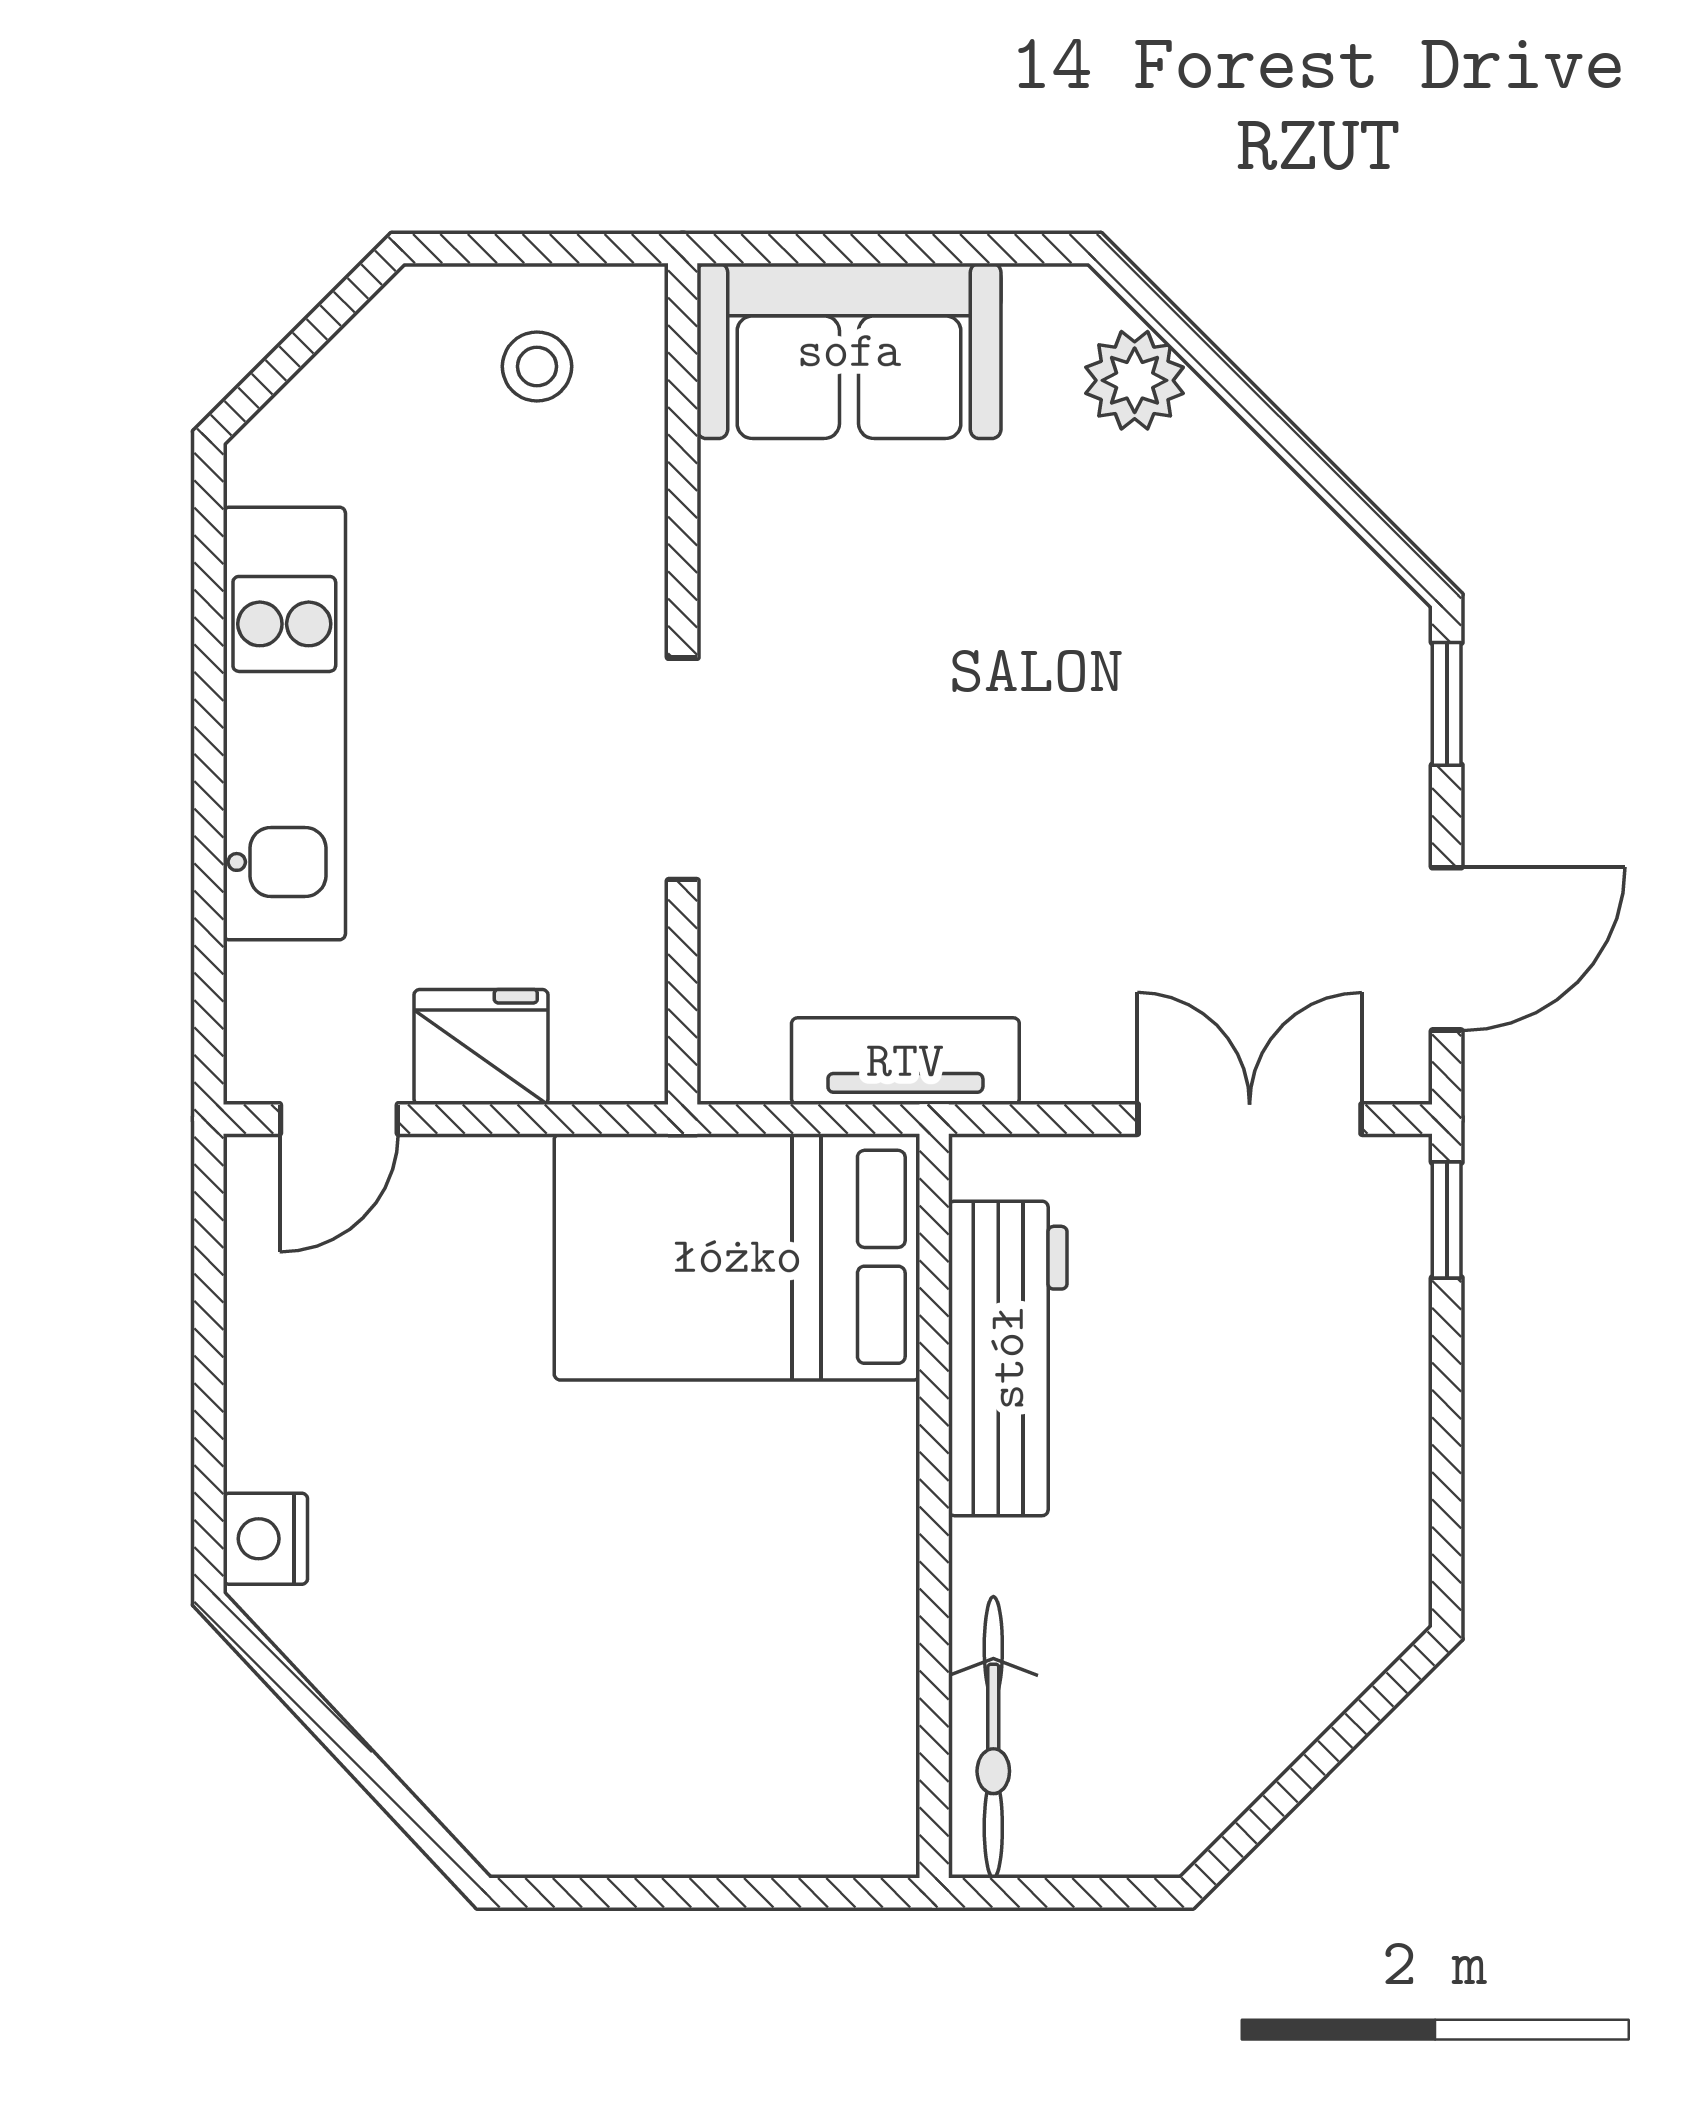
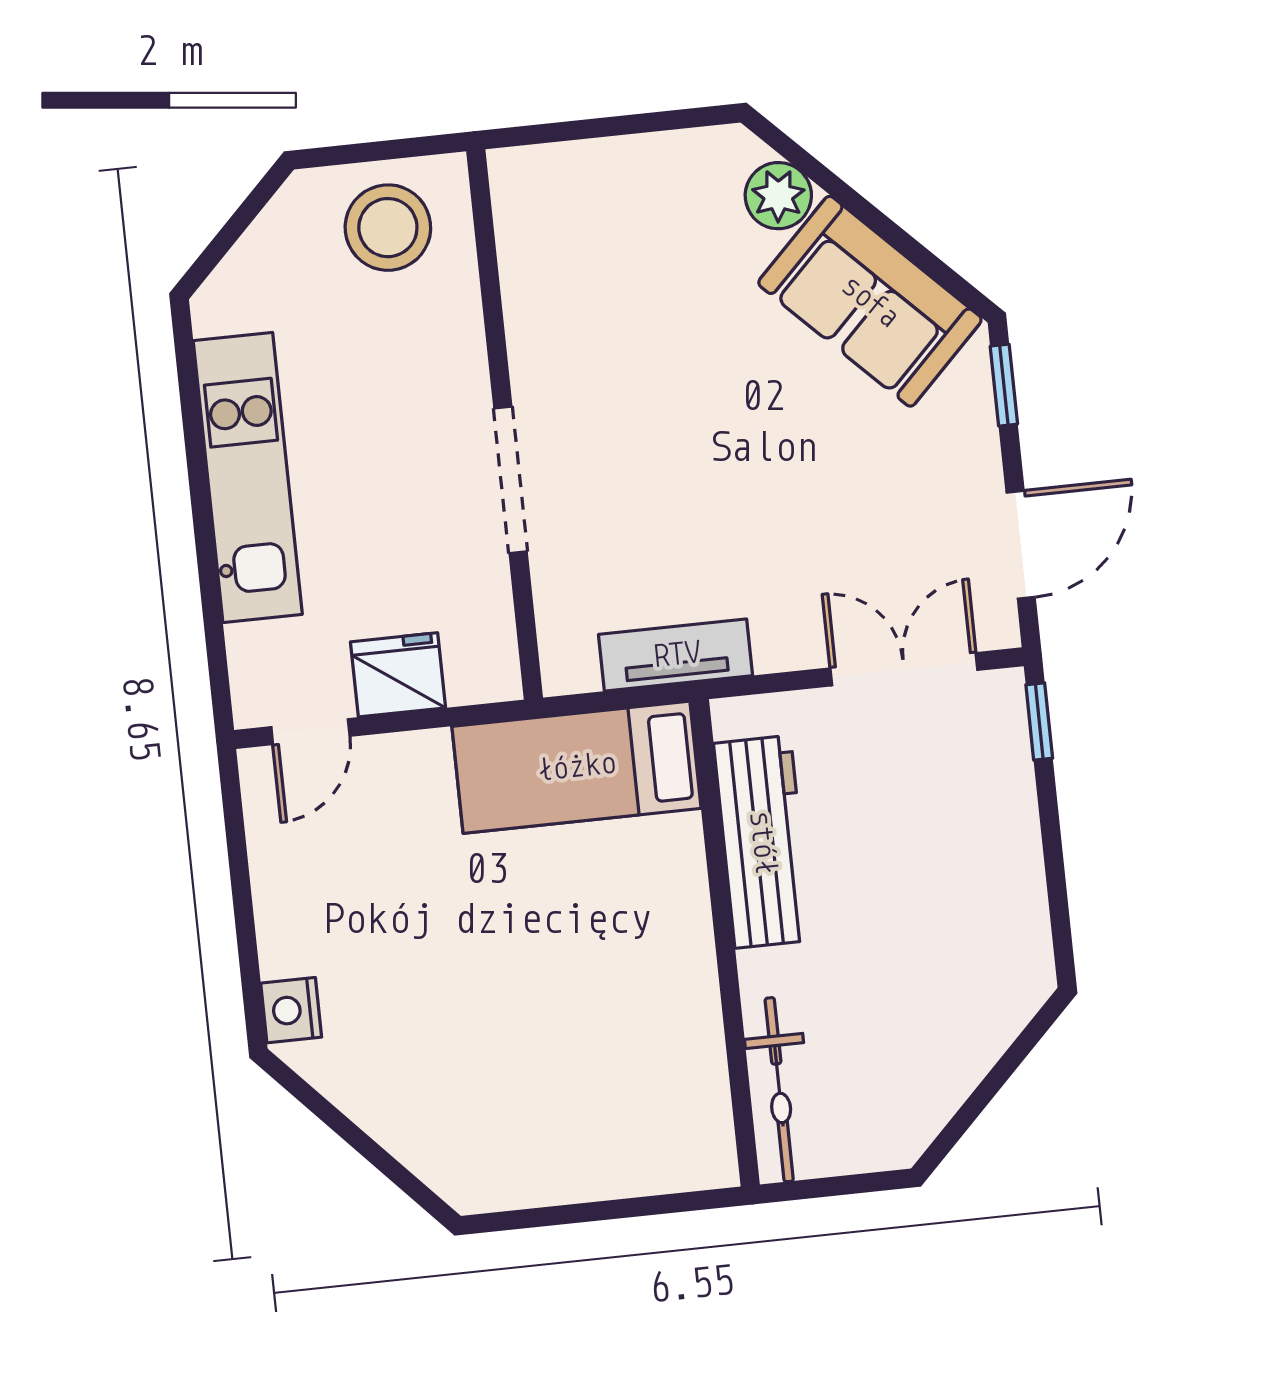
sofa: (849, 351) -> (870, 301), moved, turned 45
stool: (537, 366) -> (388, 228), width x1.89, depth x1.89
bed: (737, 1257) -> (576, 767), width x0.67

